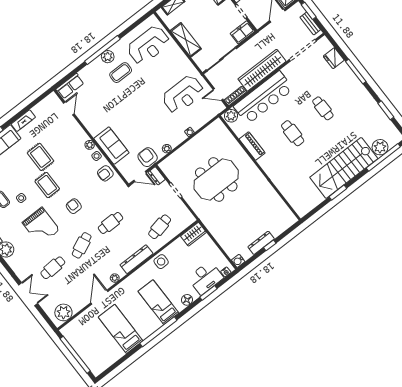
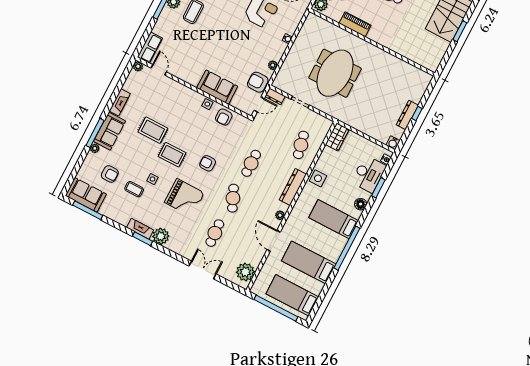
plant: (90, 145) -> (138, 66), moved
bed: (94, 350) -> (292, 295), added

